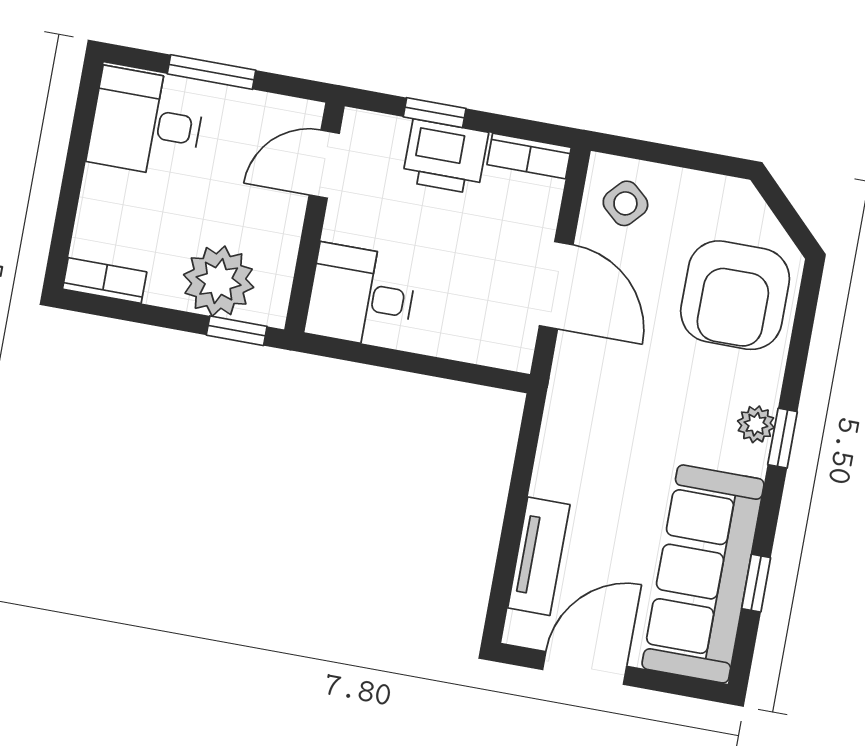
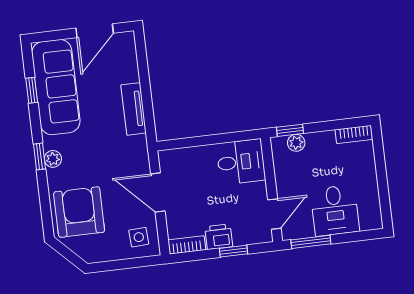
window: (212, 72) -> (311, 242), moved
desk: (146, 123) -> (335, 210), moved, turned 90
printer: (445, 157) -> (219, 237), width x0.73, depth x0.81
side table: (625, 203) -> (139, 237), turned 45
plant: (219, 281) -> (296, 143), width x0.53, depth x0.53
tv unit: (539, 556) -> (134, 109), moved

